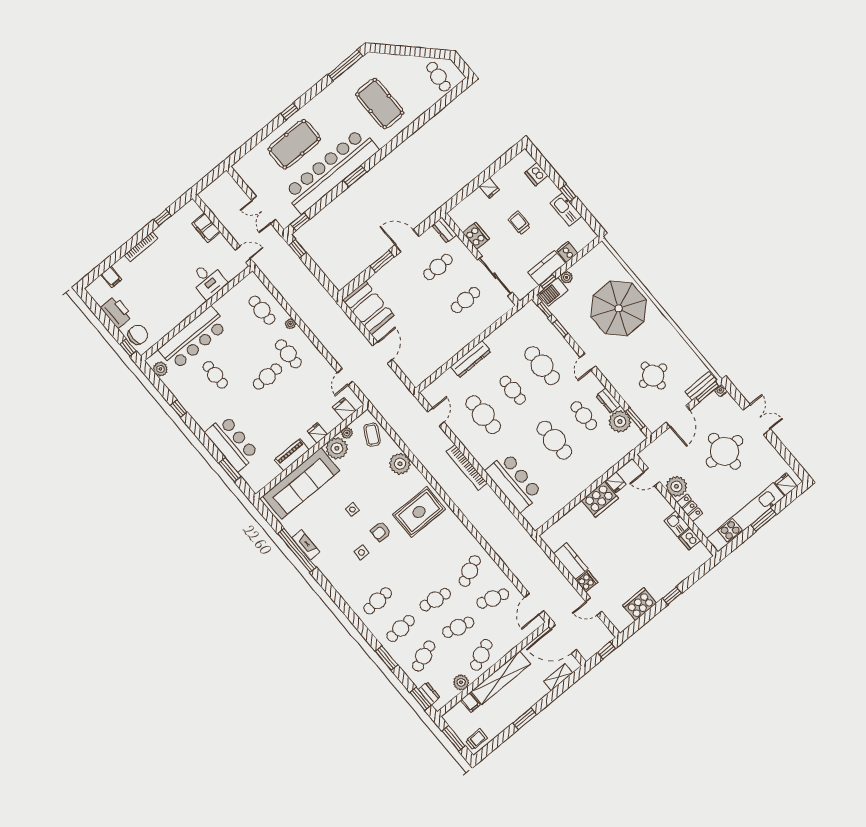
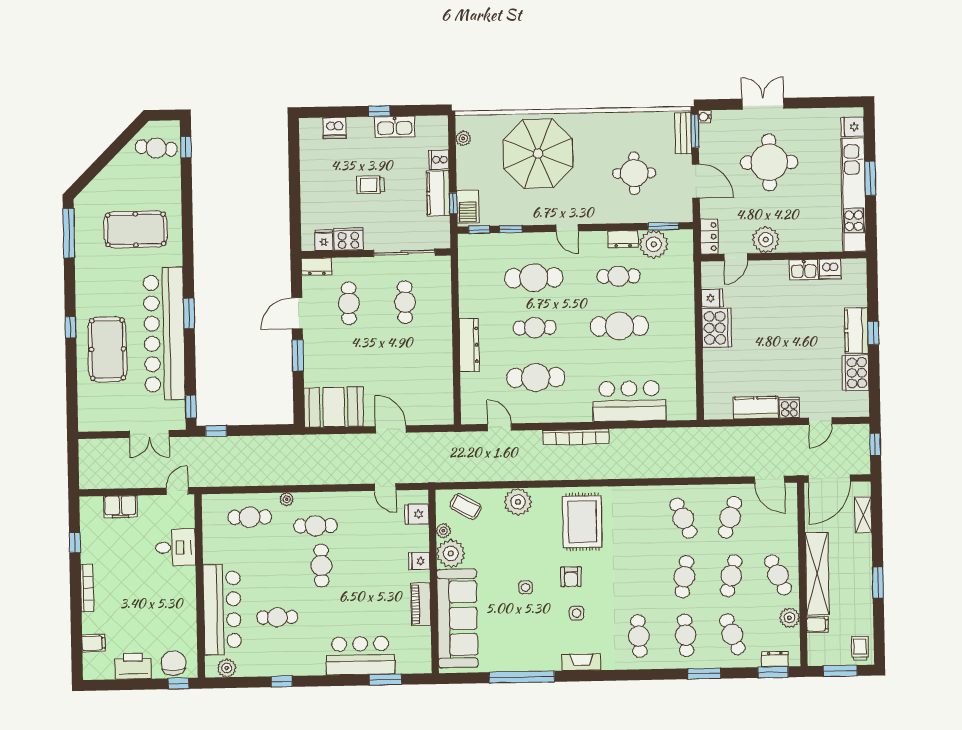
window: (453, 94) -> (186, 147), added
fridge: (489, 188) -> (324, 240), moved, turned -90
plant: (567, 277) -> (463, 138), moved
locker: (690, 508) -> (709, 237), moved, turned 90
fireplace: (306, 545) -> (581, 662), moved
kitchen counter: (665, 585) -> (856, 331), added

